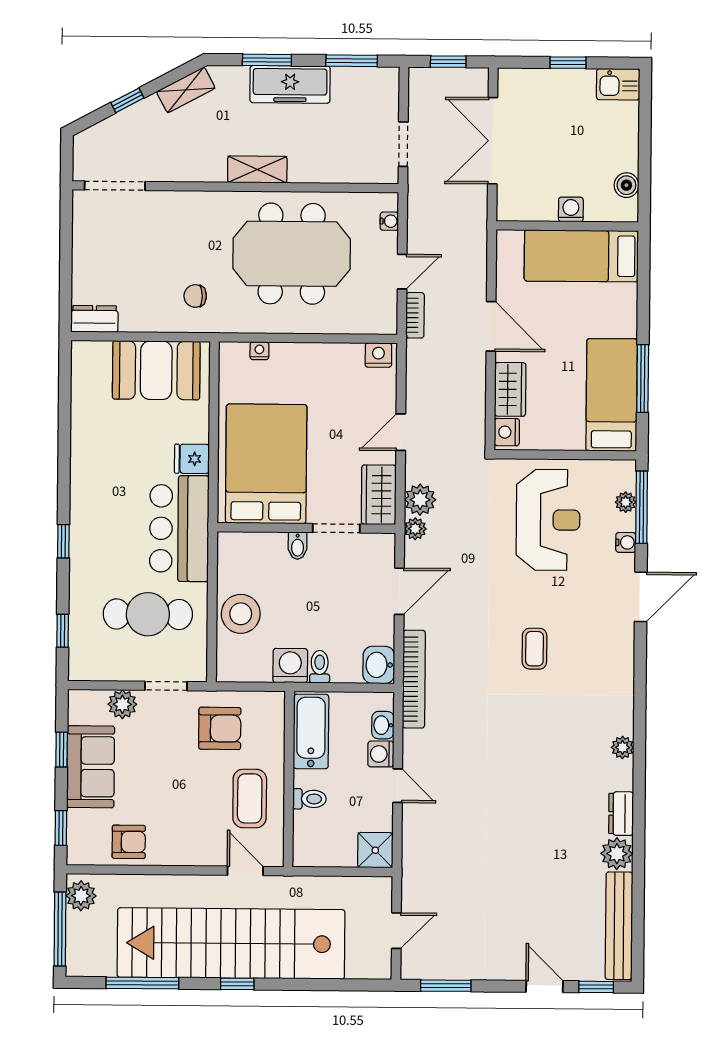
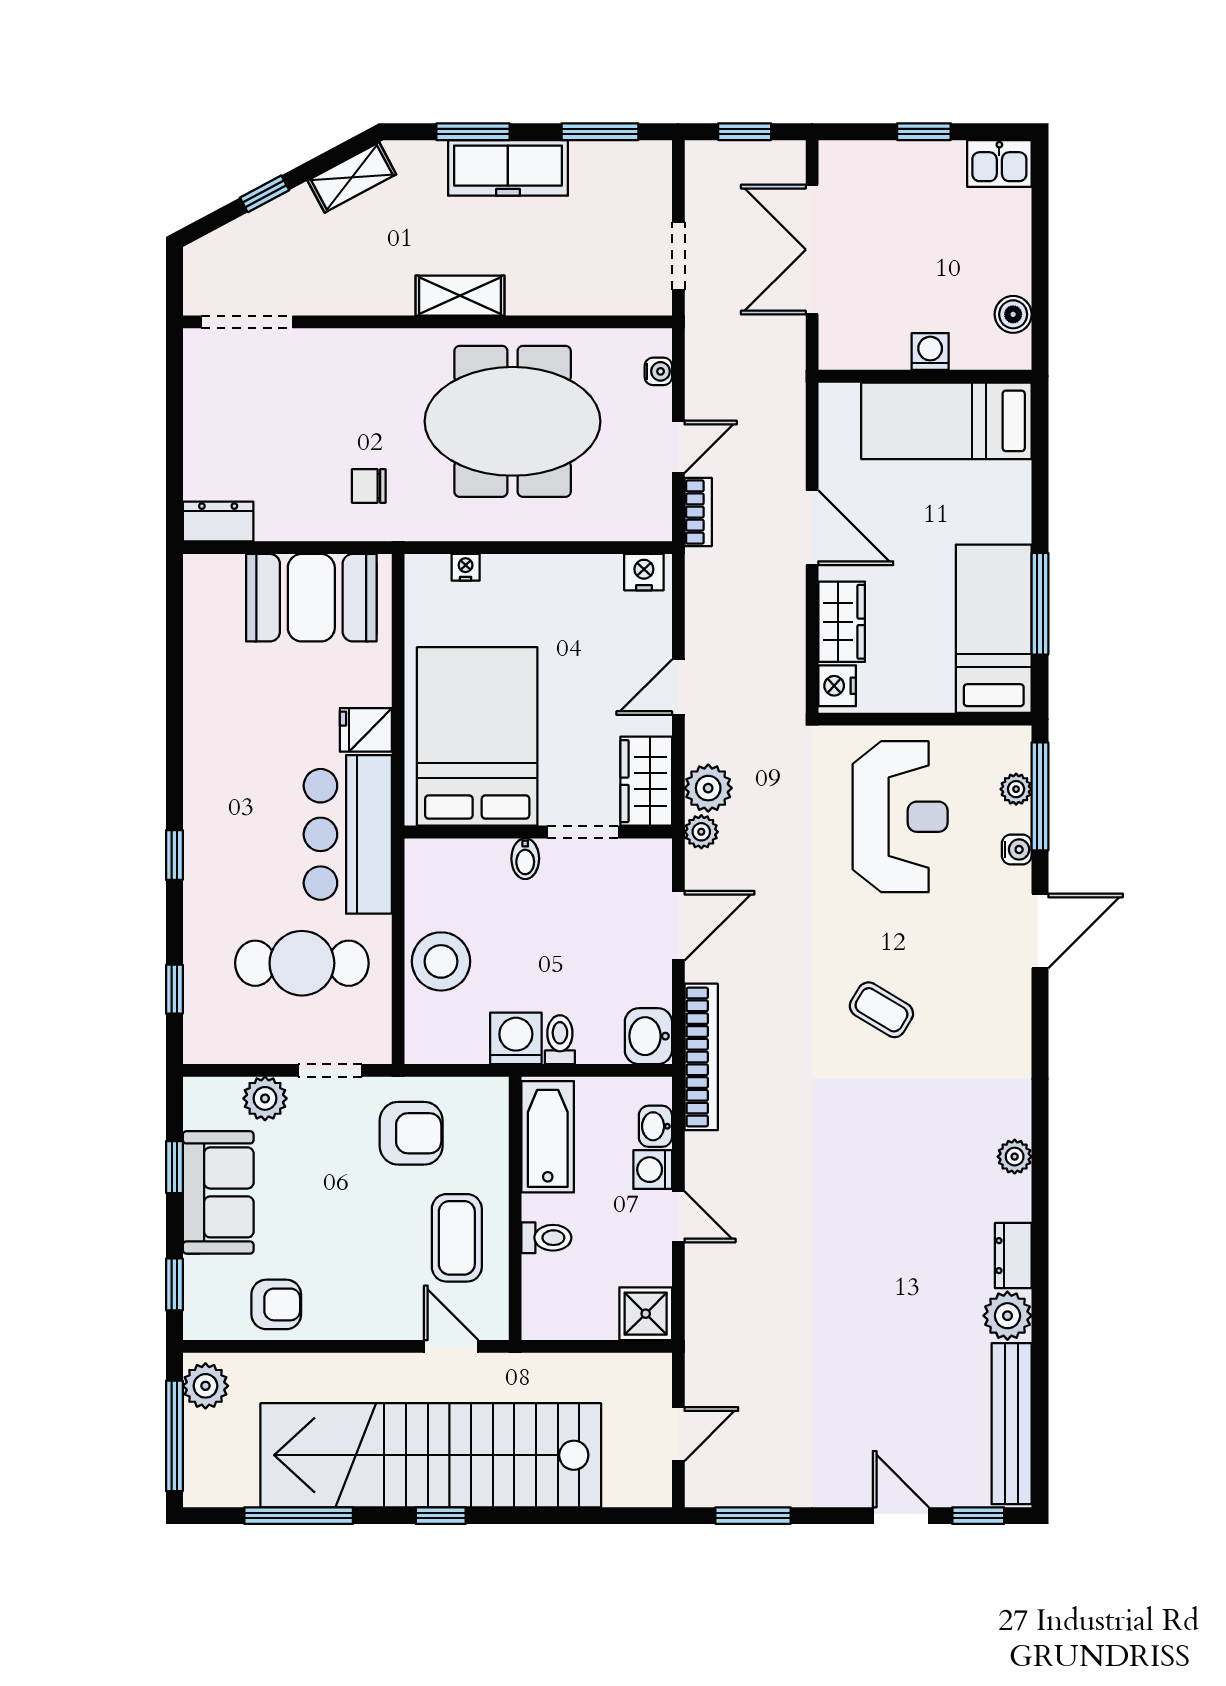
coffee table: (534, 649) -> (881, 1010), turned -59

